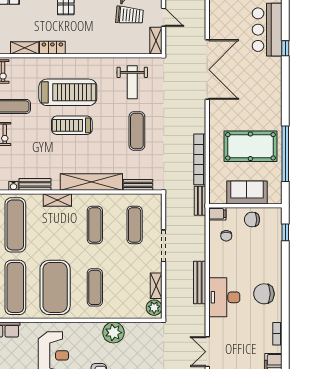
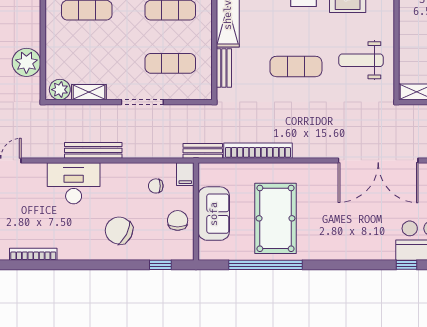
chair: (264, 294) -> (119, 231), moved, turned -63
plant: (113, 333) -> (26, 62), moved
bookcase: (277, 334) -> (33, 254), width x1.56

